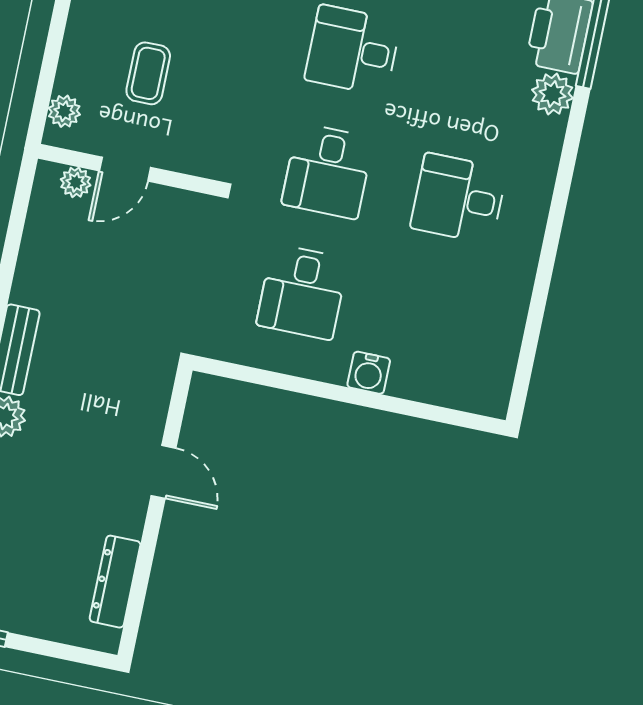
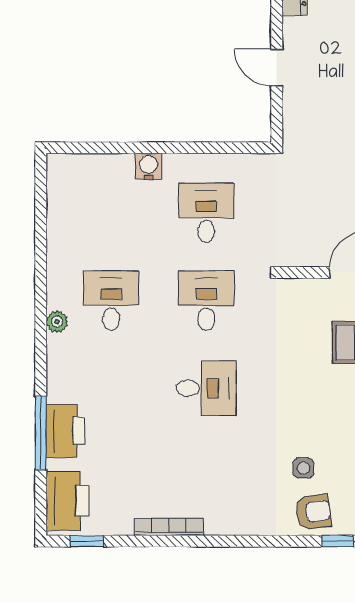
plant: (552, 94) -> (57, 322), moved, width x0.73, depth x0.73
desk: (459, 199) -> (111, 301), turned -90

